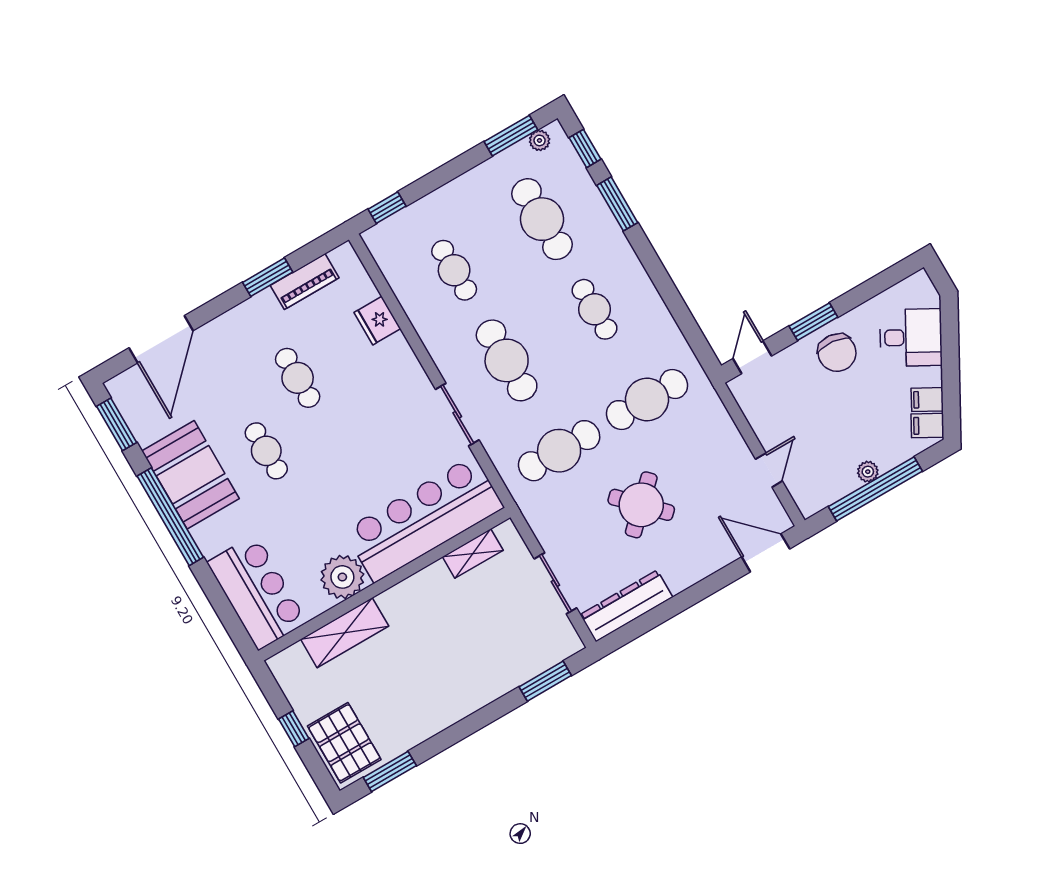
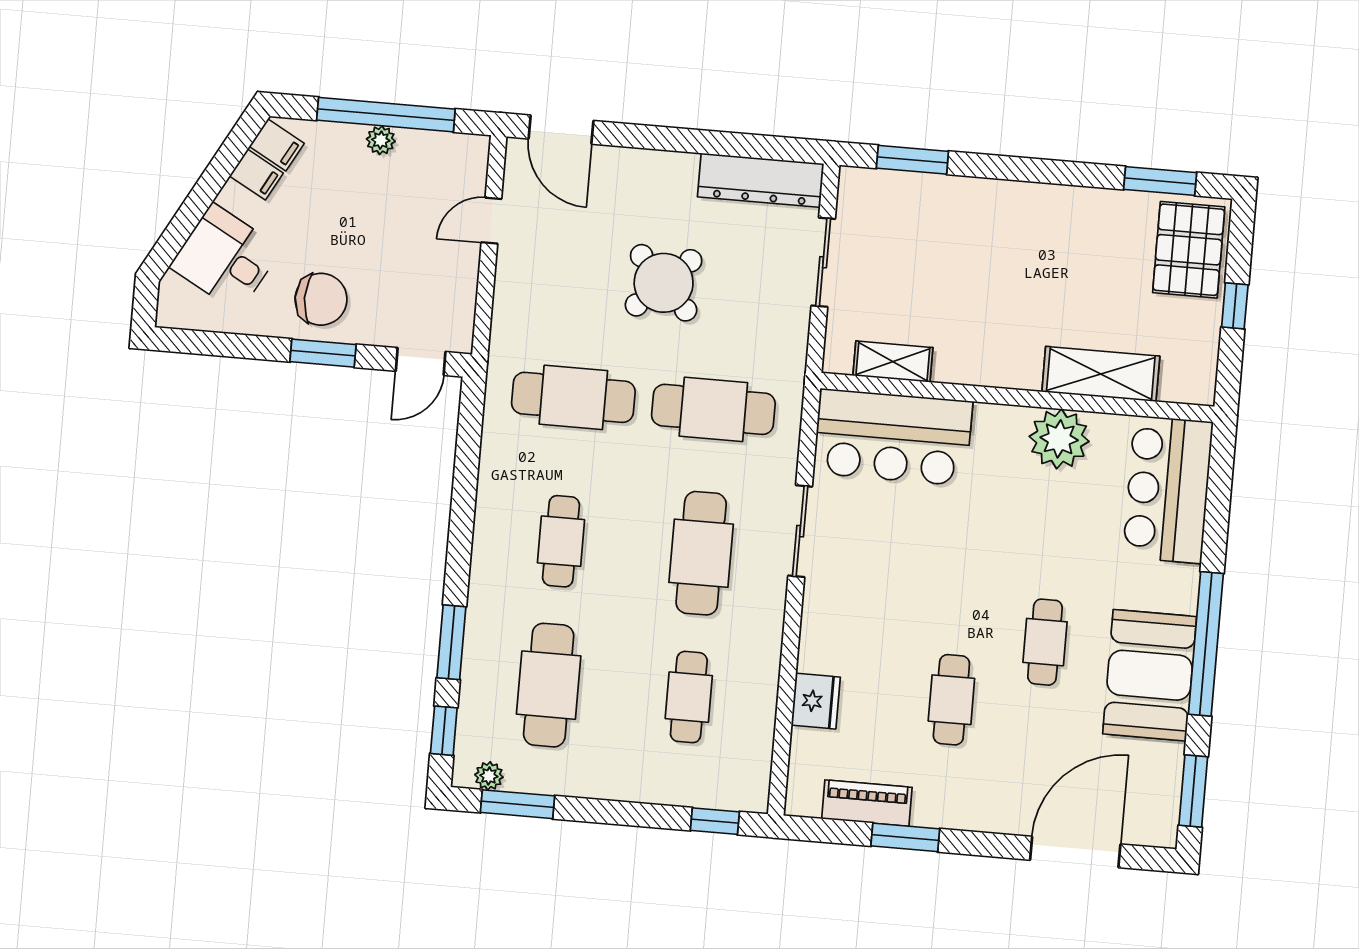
chair: (837, 353) -> (321, 299), turned 84
bar counter: (424, 519) -> (893, 437), width x0.73

